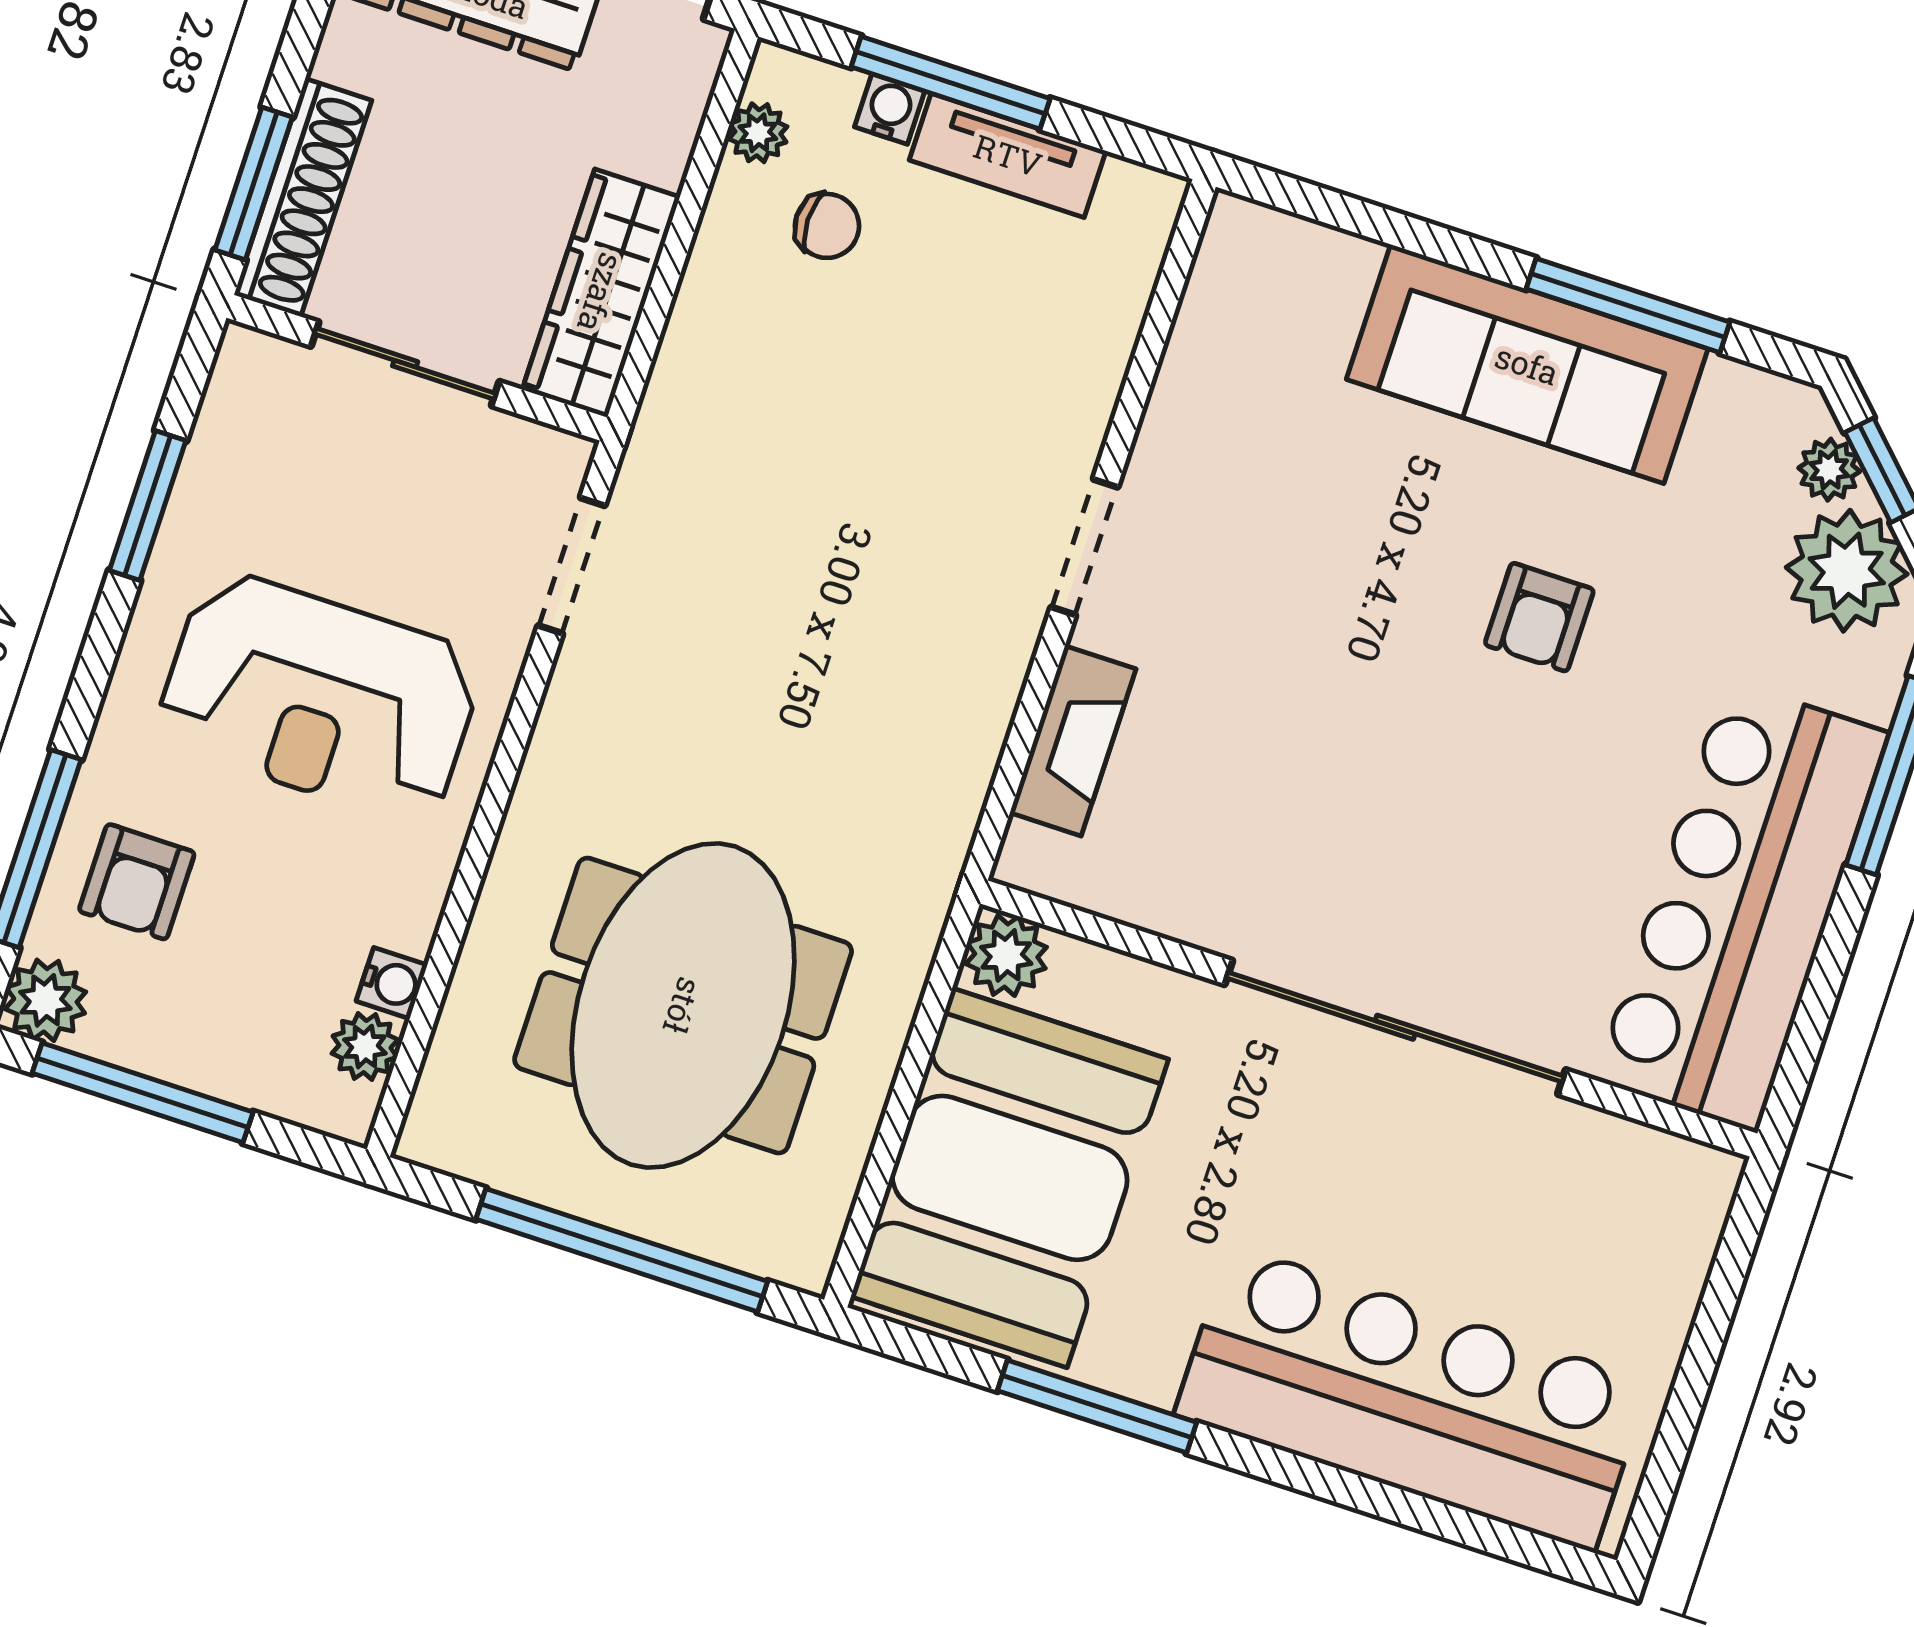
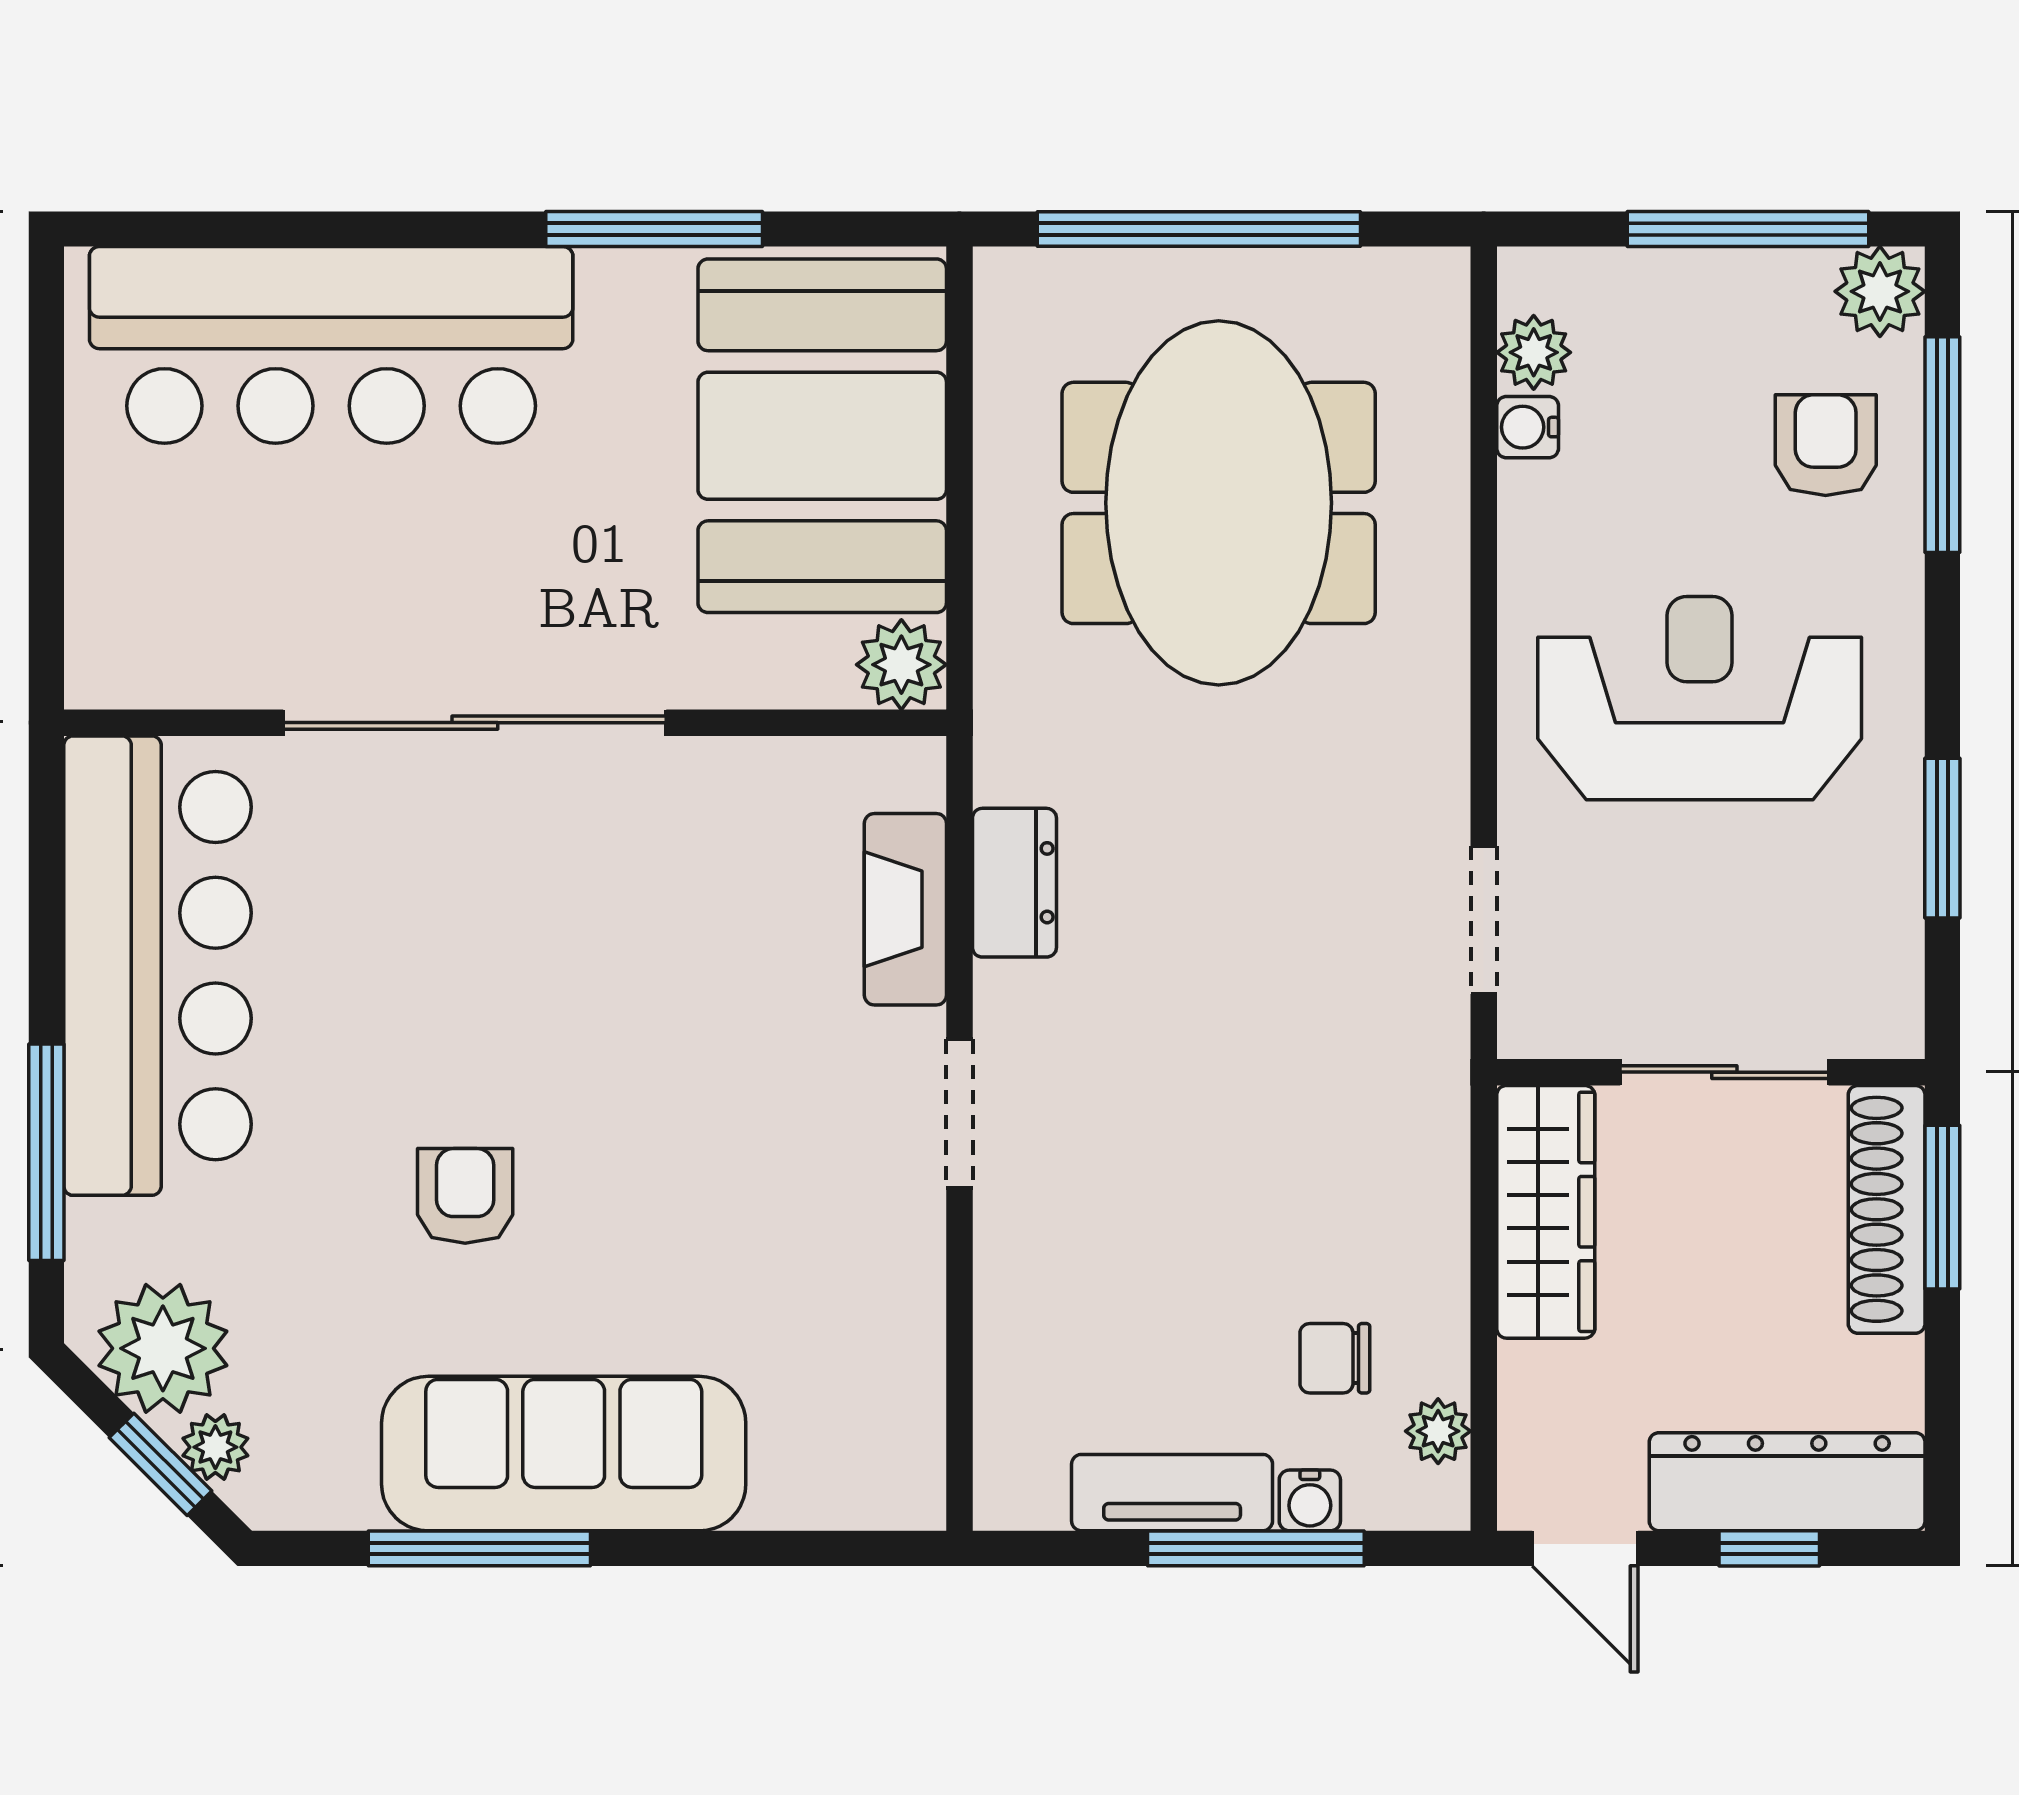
dresser: (970, 733) -> (1014, 883), added

